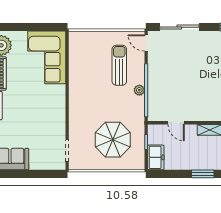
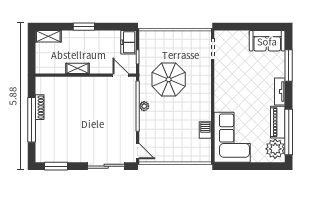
barbecue: (75, 65) -> (205, 130), added
sun lounger: (119, 65) -> (163, 130), removed
door: (176, 123) -> (121, 75), moved
parasol: (113, 140) -> (169, 79), moved

